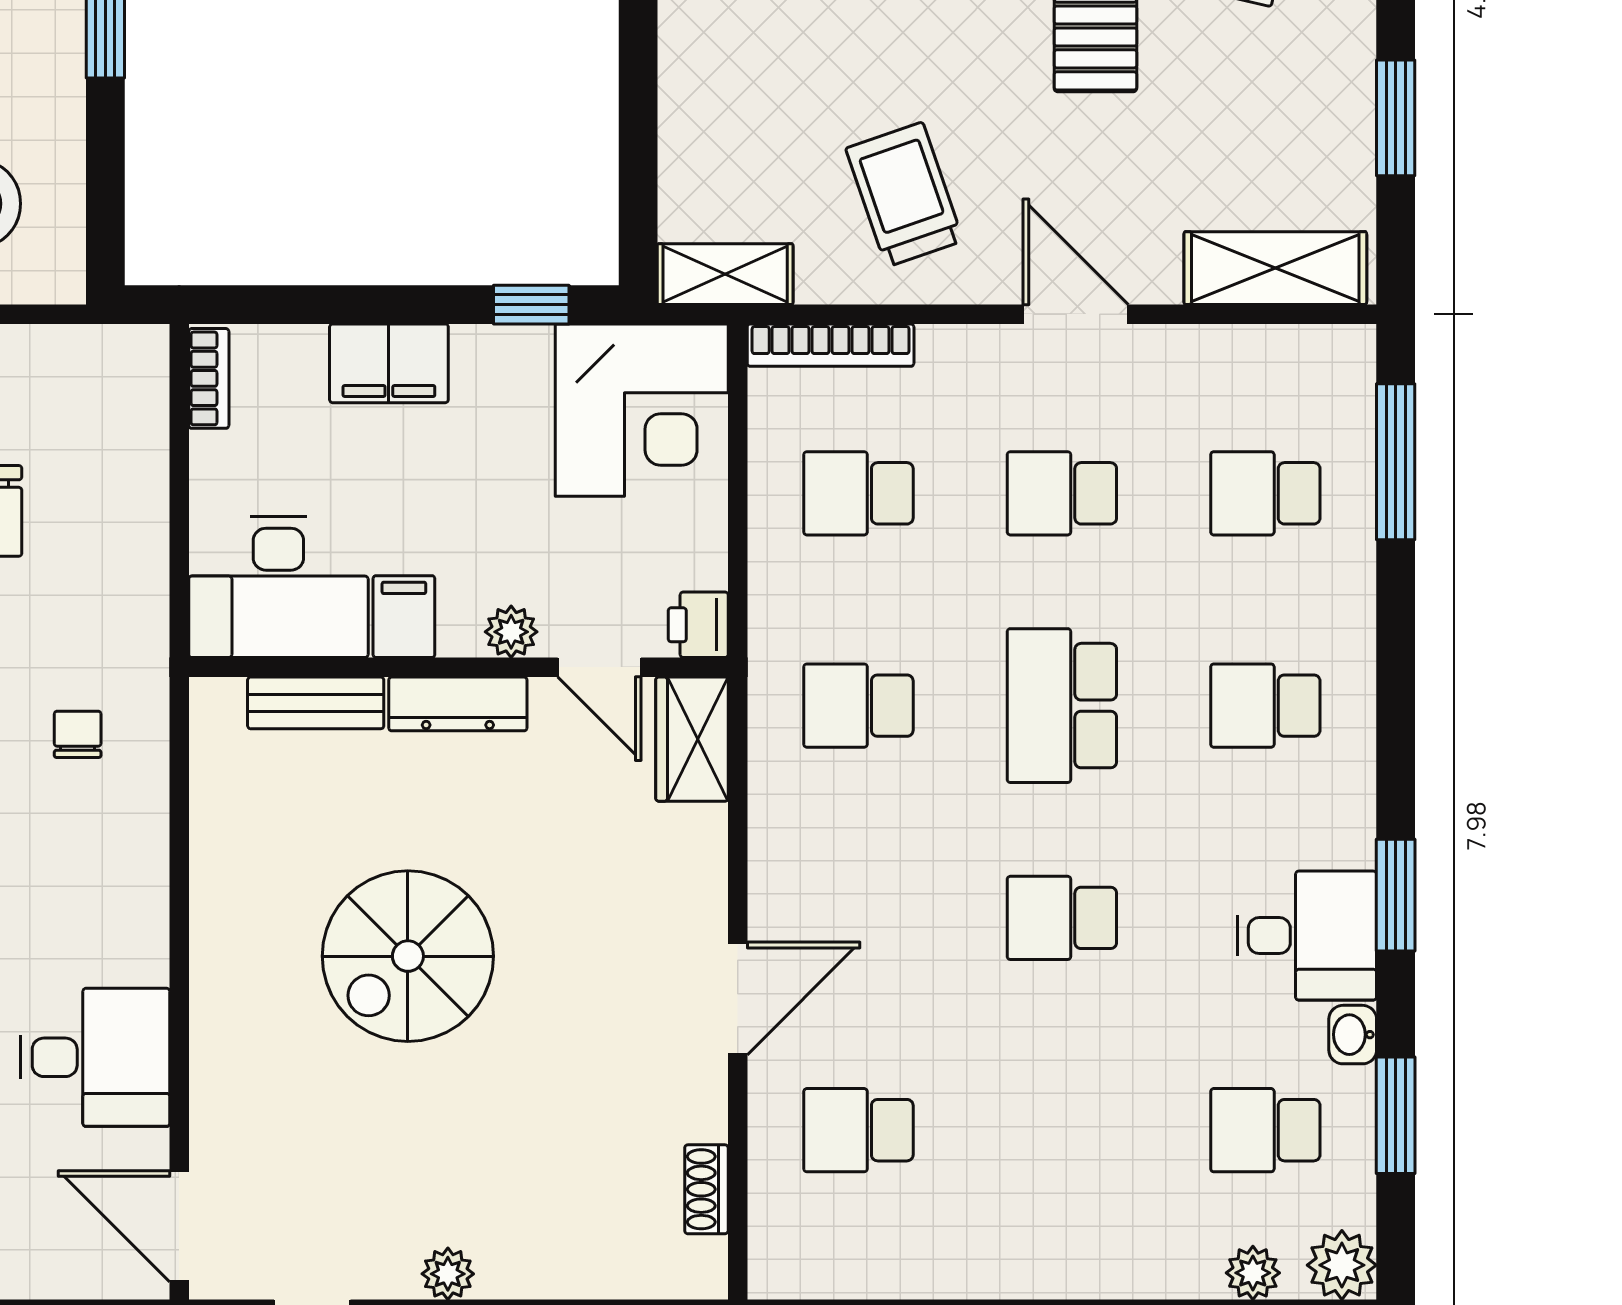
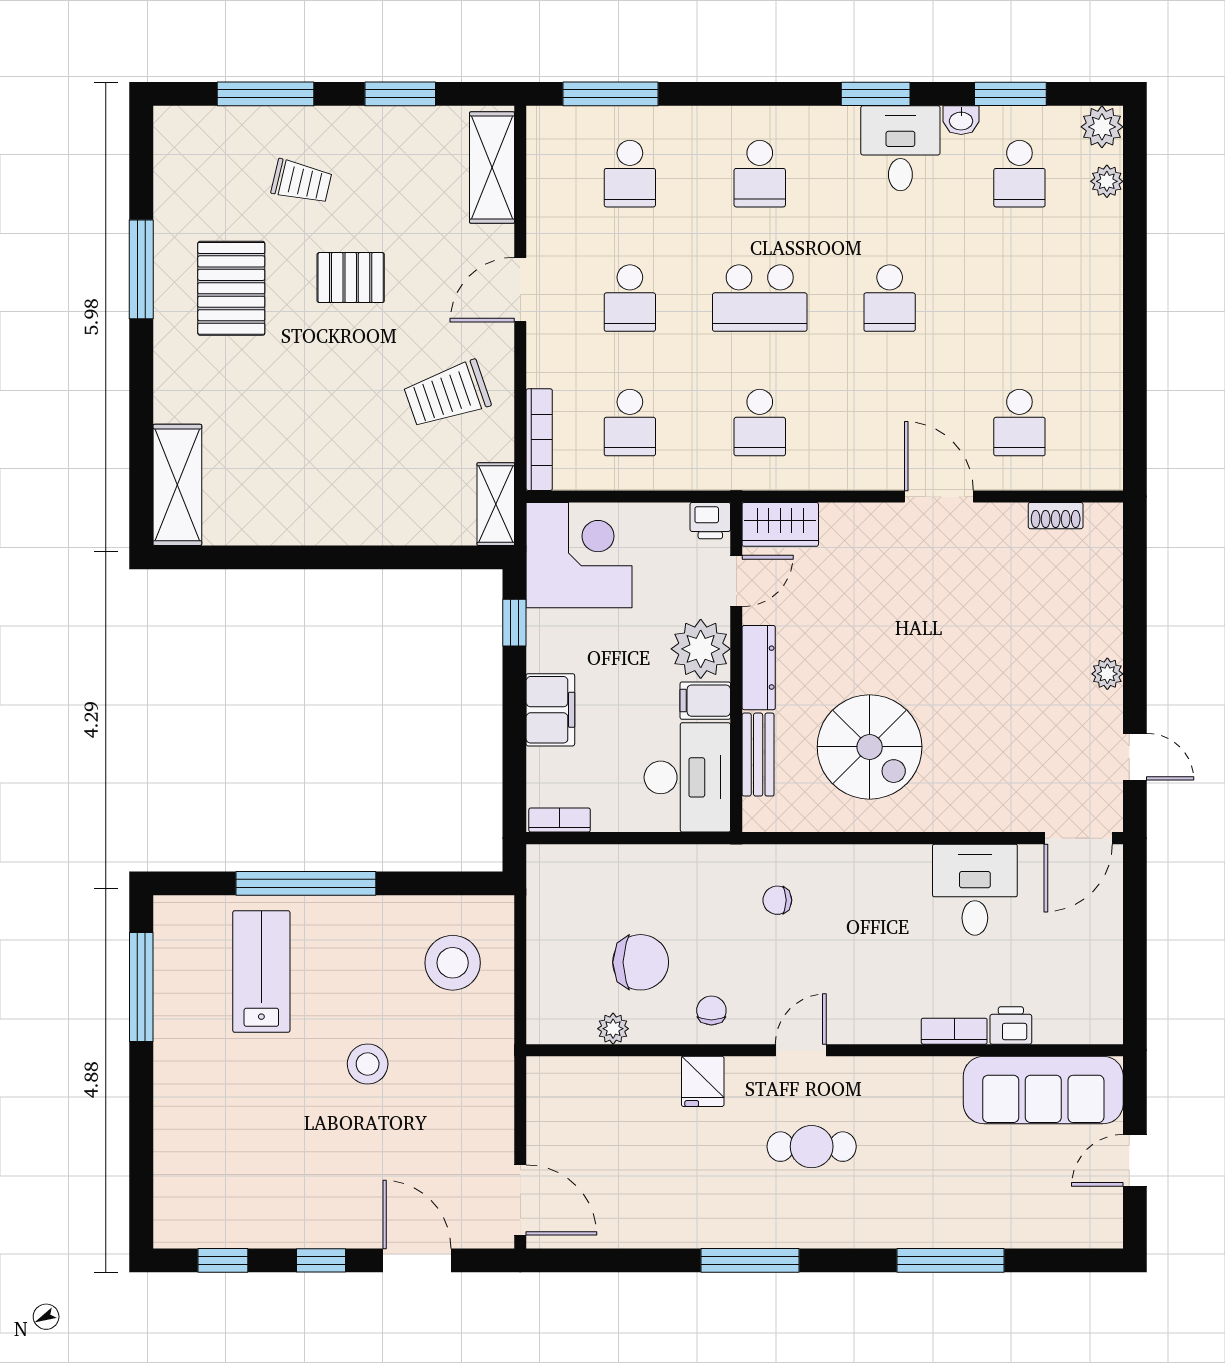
plant: (511, 632) -> (701, 649), width x1.88, depth x1.88
spiral stairs: (408, 956) -> (870, 747), moved

